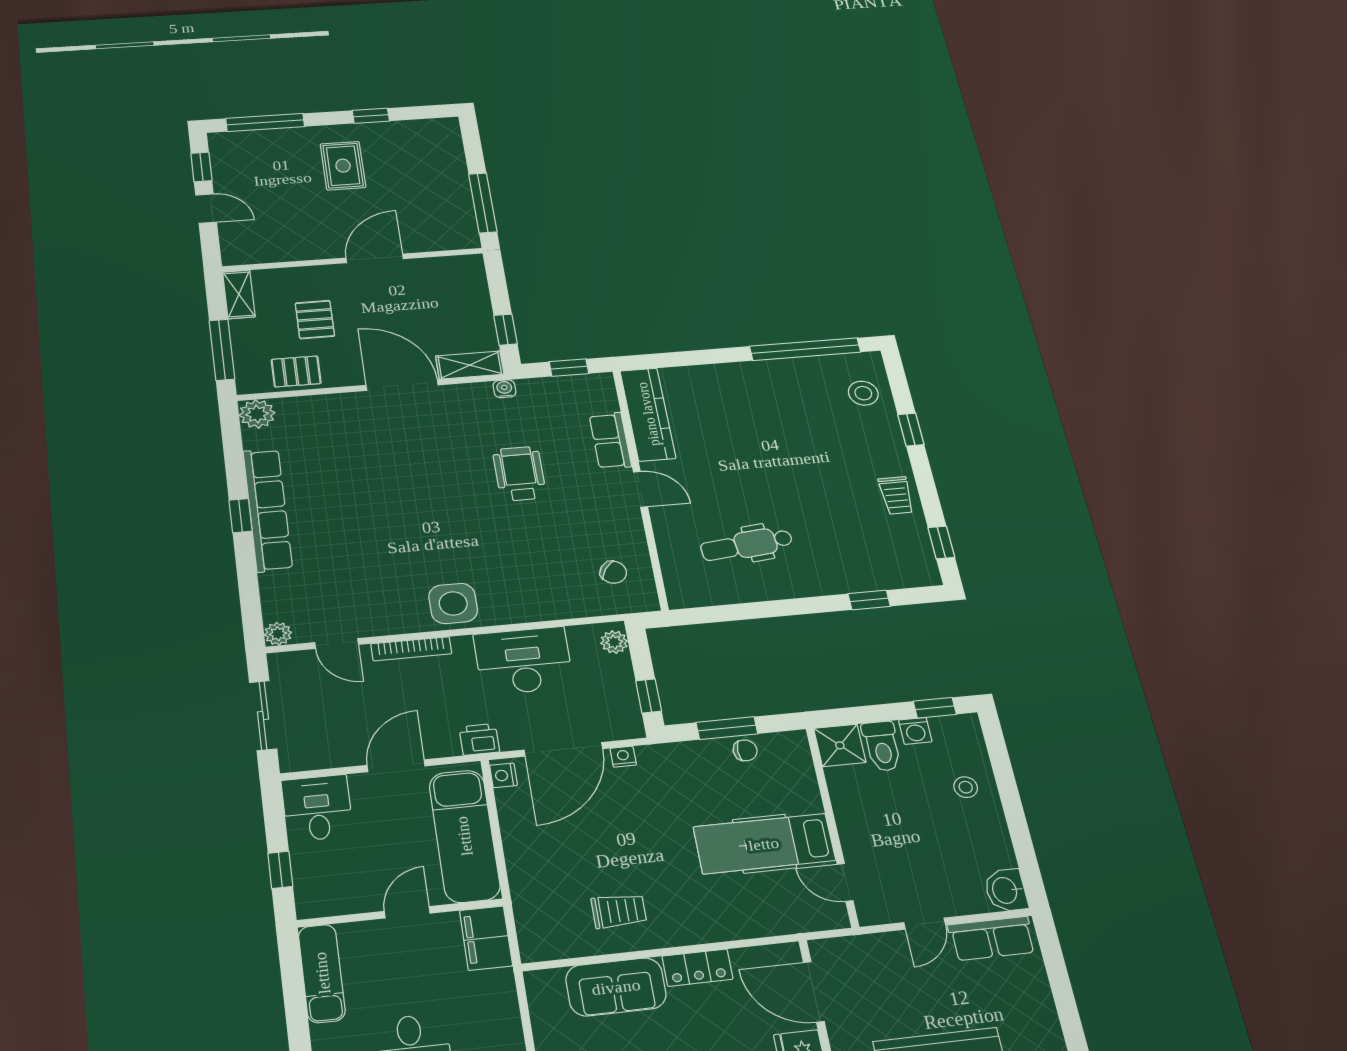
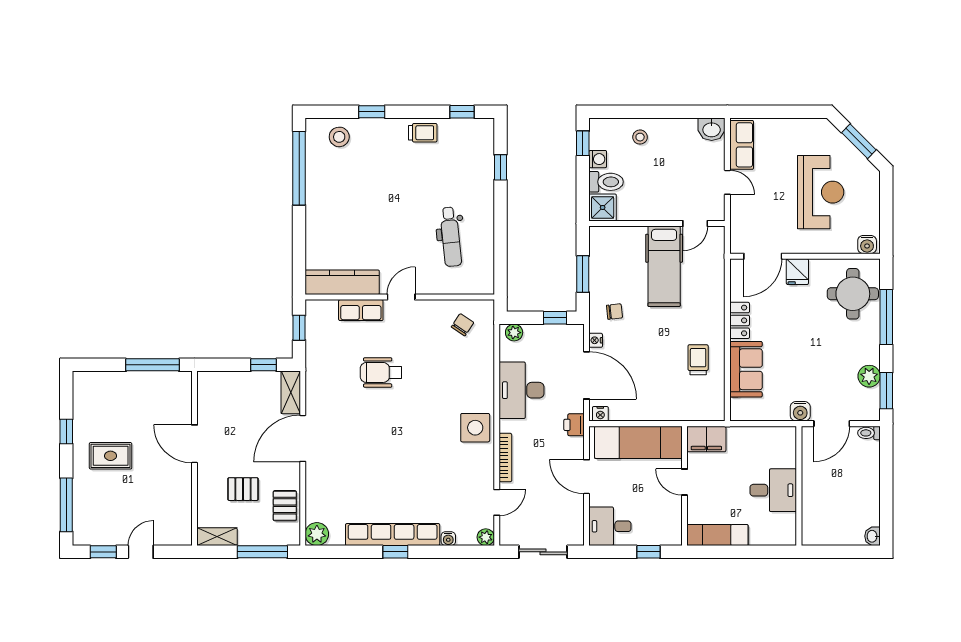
water cooler: (504, 389) -> (448, 539), moved, turned -90
chair: (745, 750) -> (614, 312), moved, turned 84

